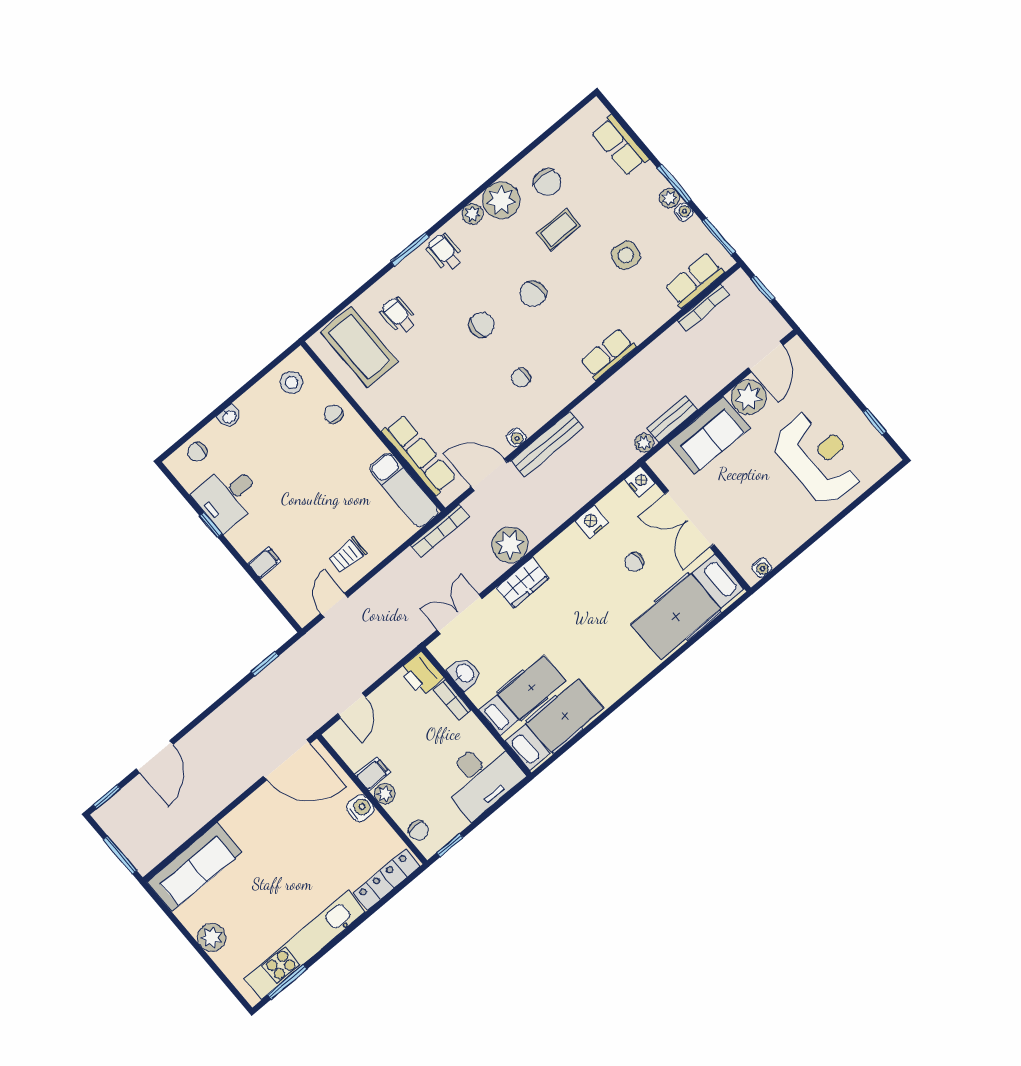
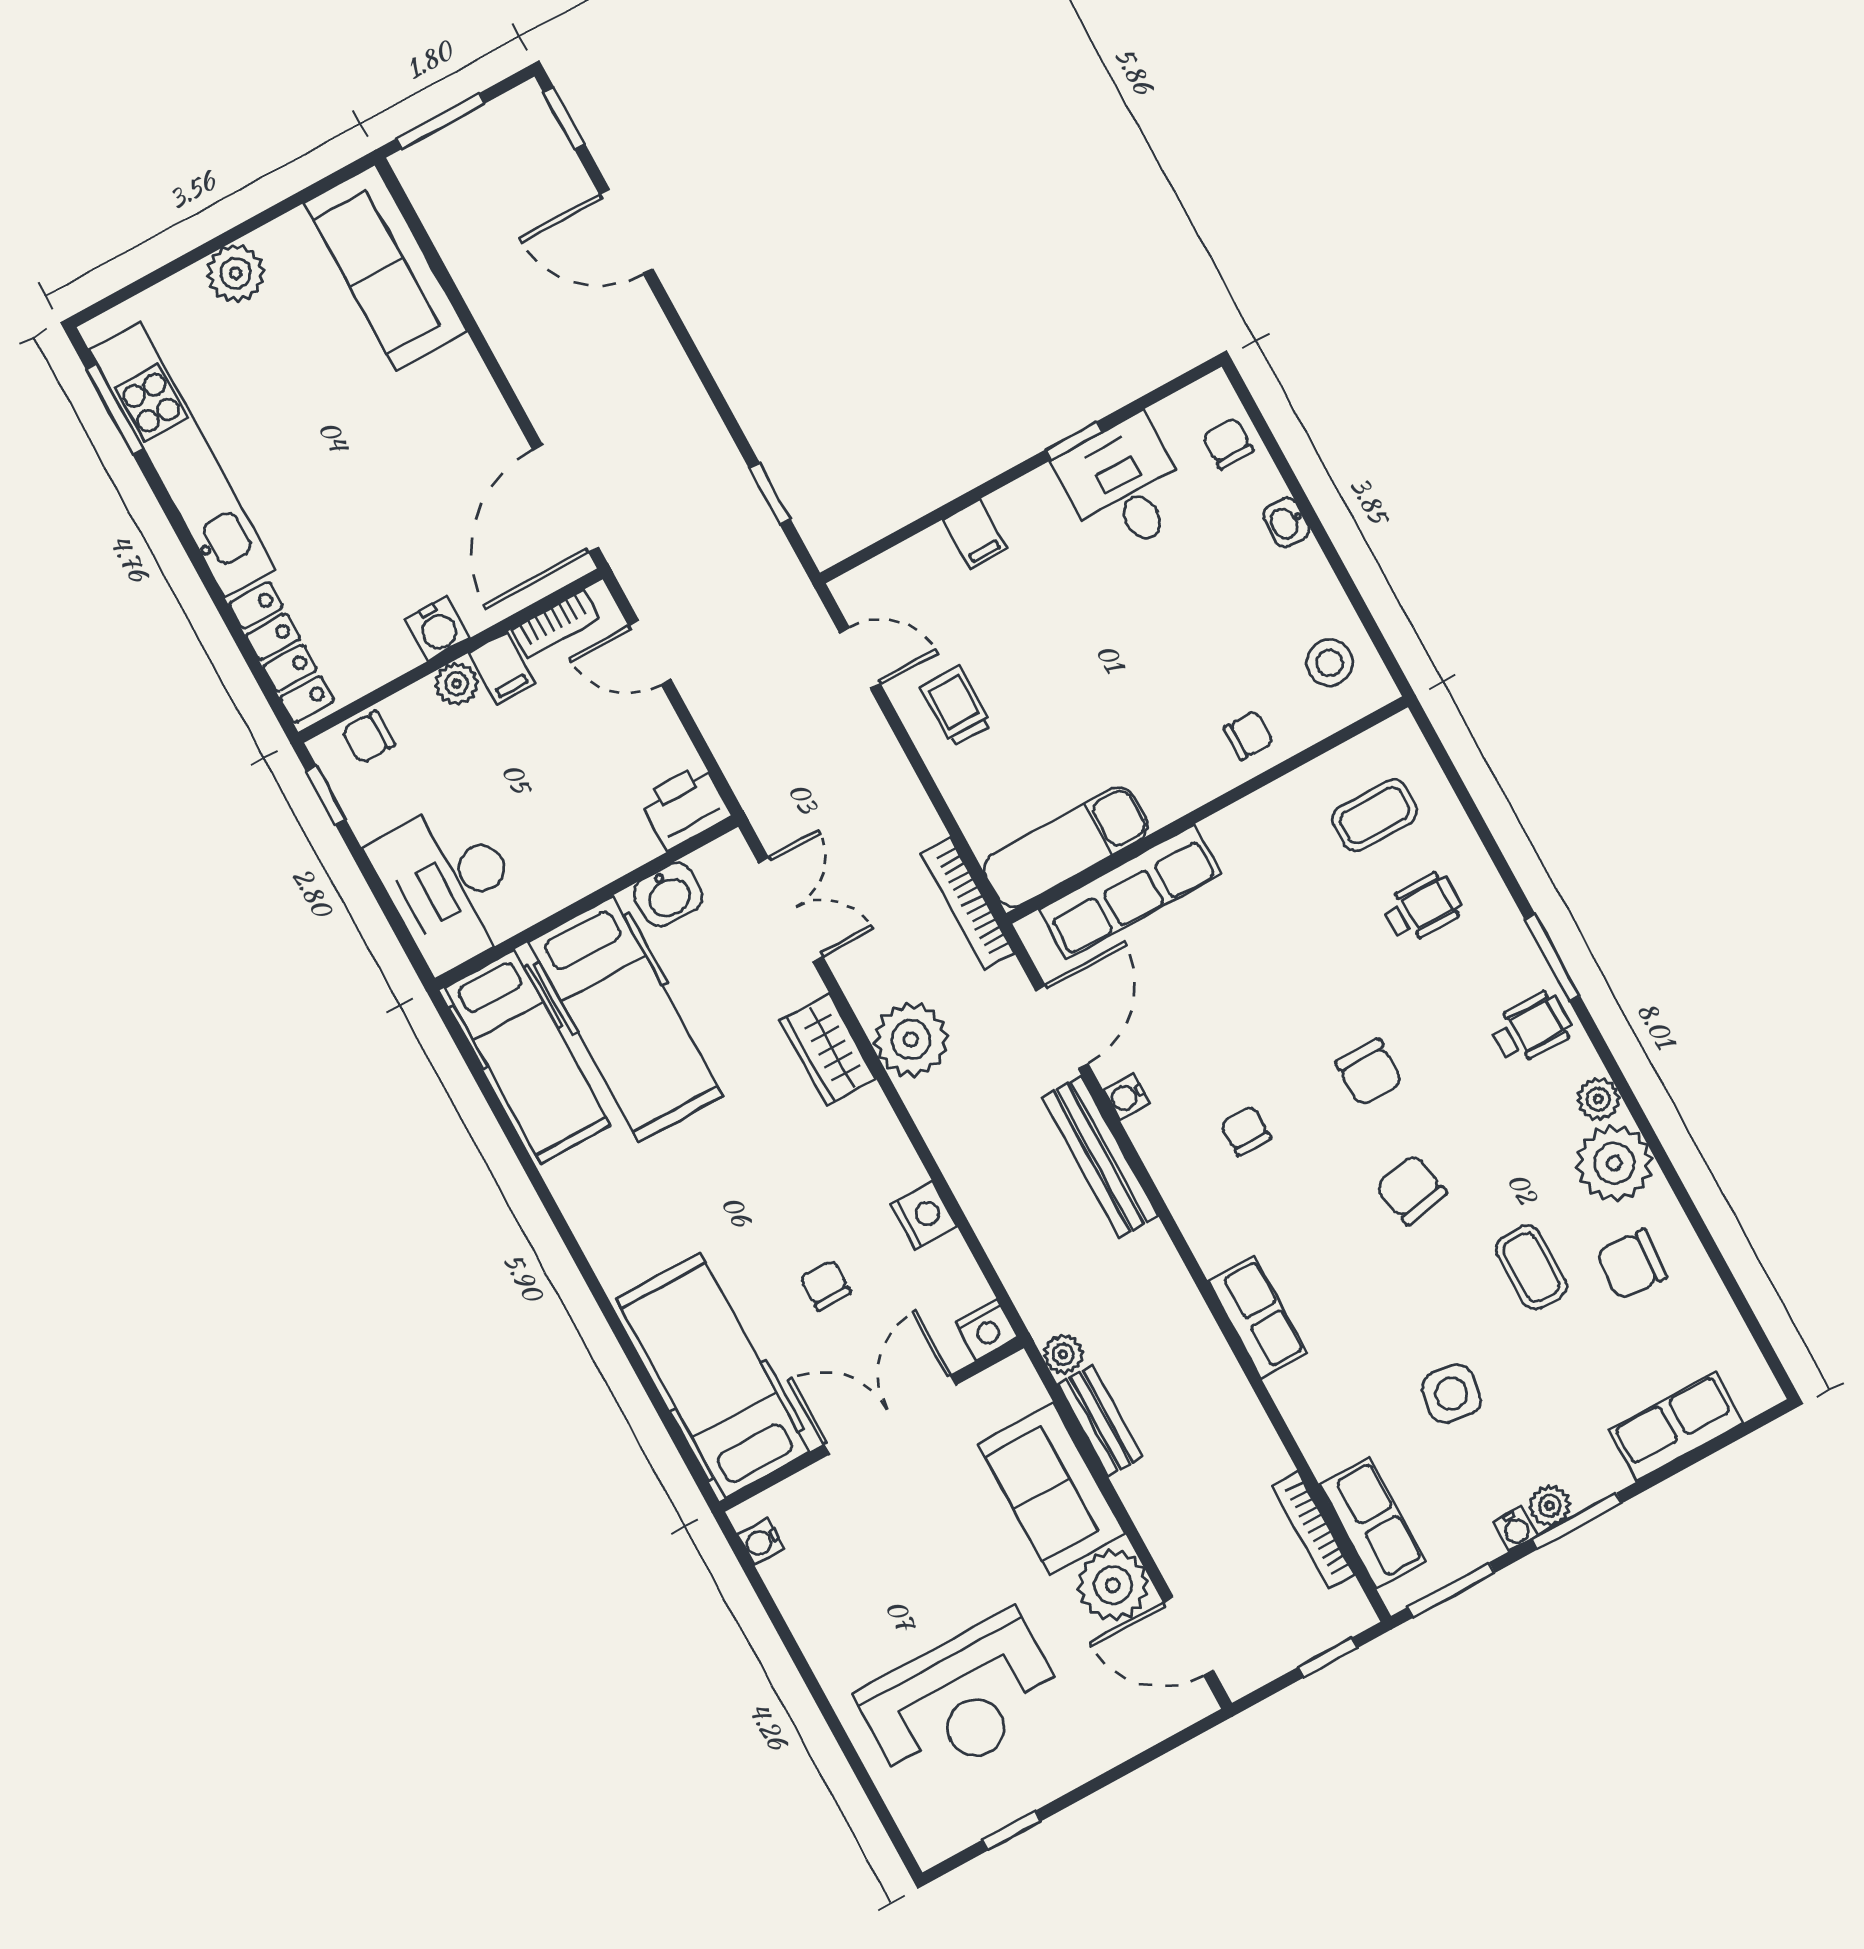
coffee table: (359, 347) -> (1375, 815), width x0.54, depth x0.58
hospital bed: (522, 695) -> (626, 1019), width x1.37, depth x1.29
bookcase: (452, 700) -> (555, 624), moved, turned 180

